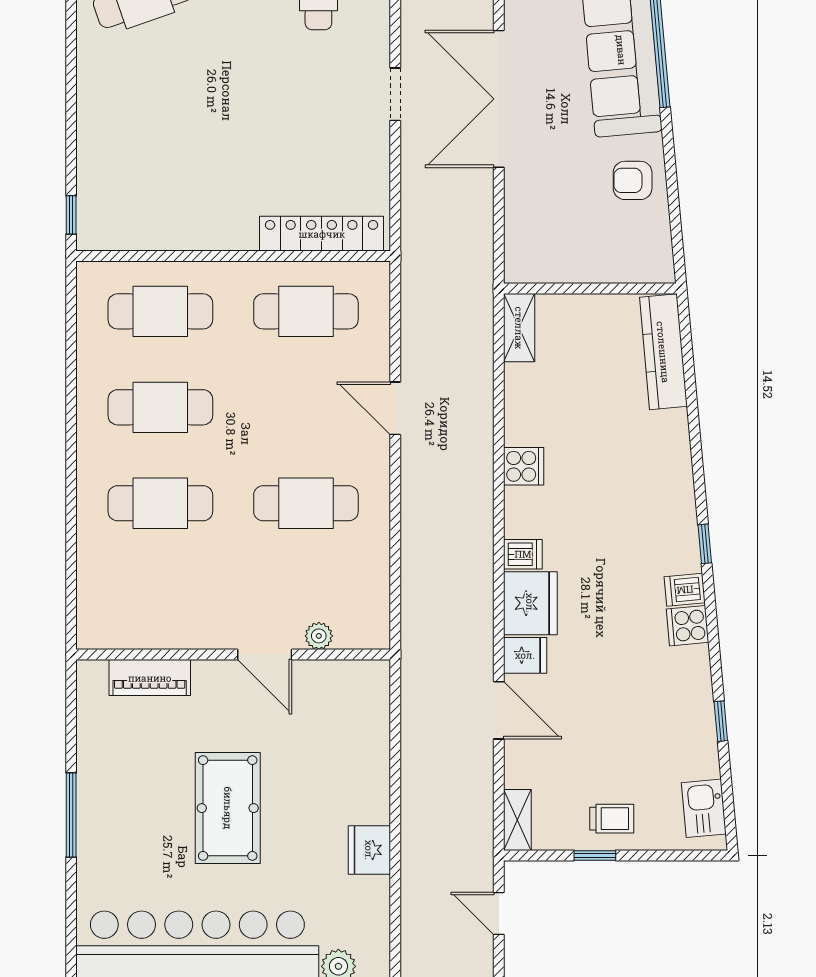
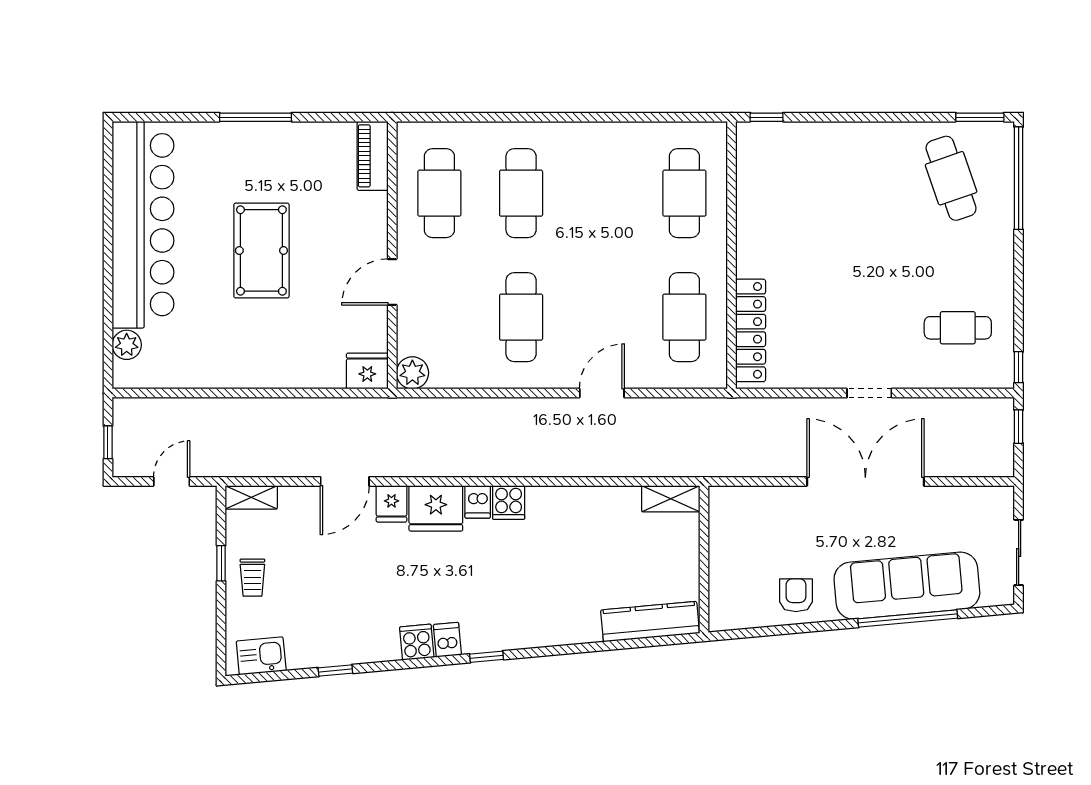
cafe table: (160, 407) -> (439, 193), moved
cooker: (524, 466) -> (509, 503), moved
plant: (319, 636) -> (412, 373), moved, width x1.38, depth x1.38
piano: (150, 678) -> (373, 156), moved
pool table: (228, 808) -> (261, 250), turned 90
fridge: (369, 850) -> (367, 371), moved

